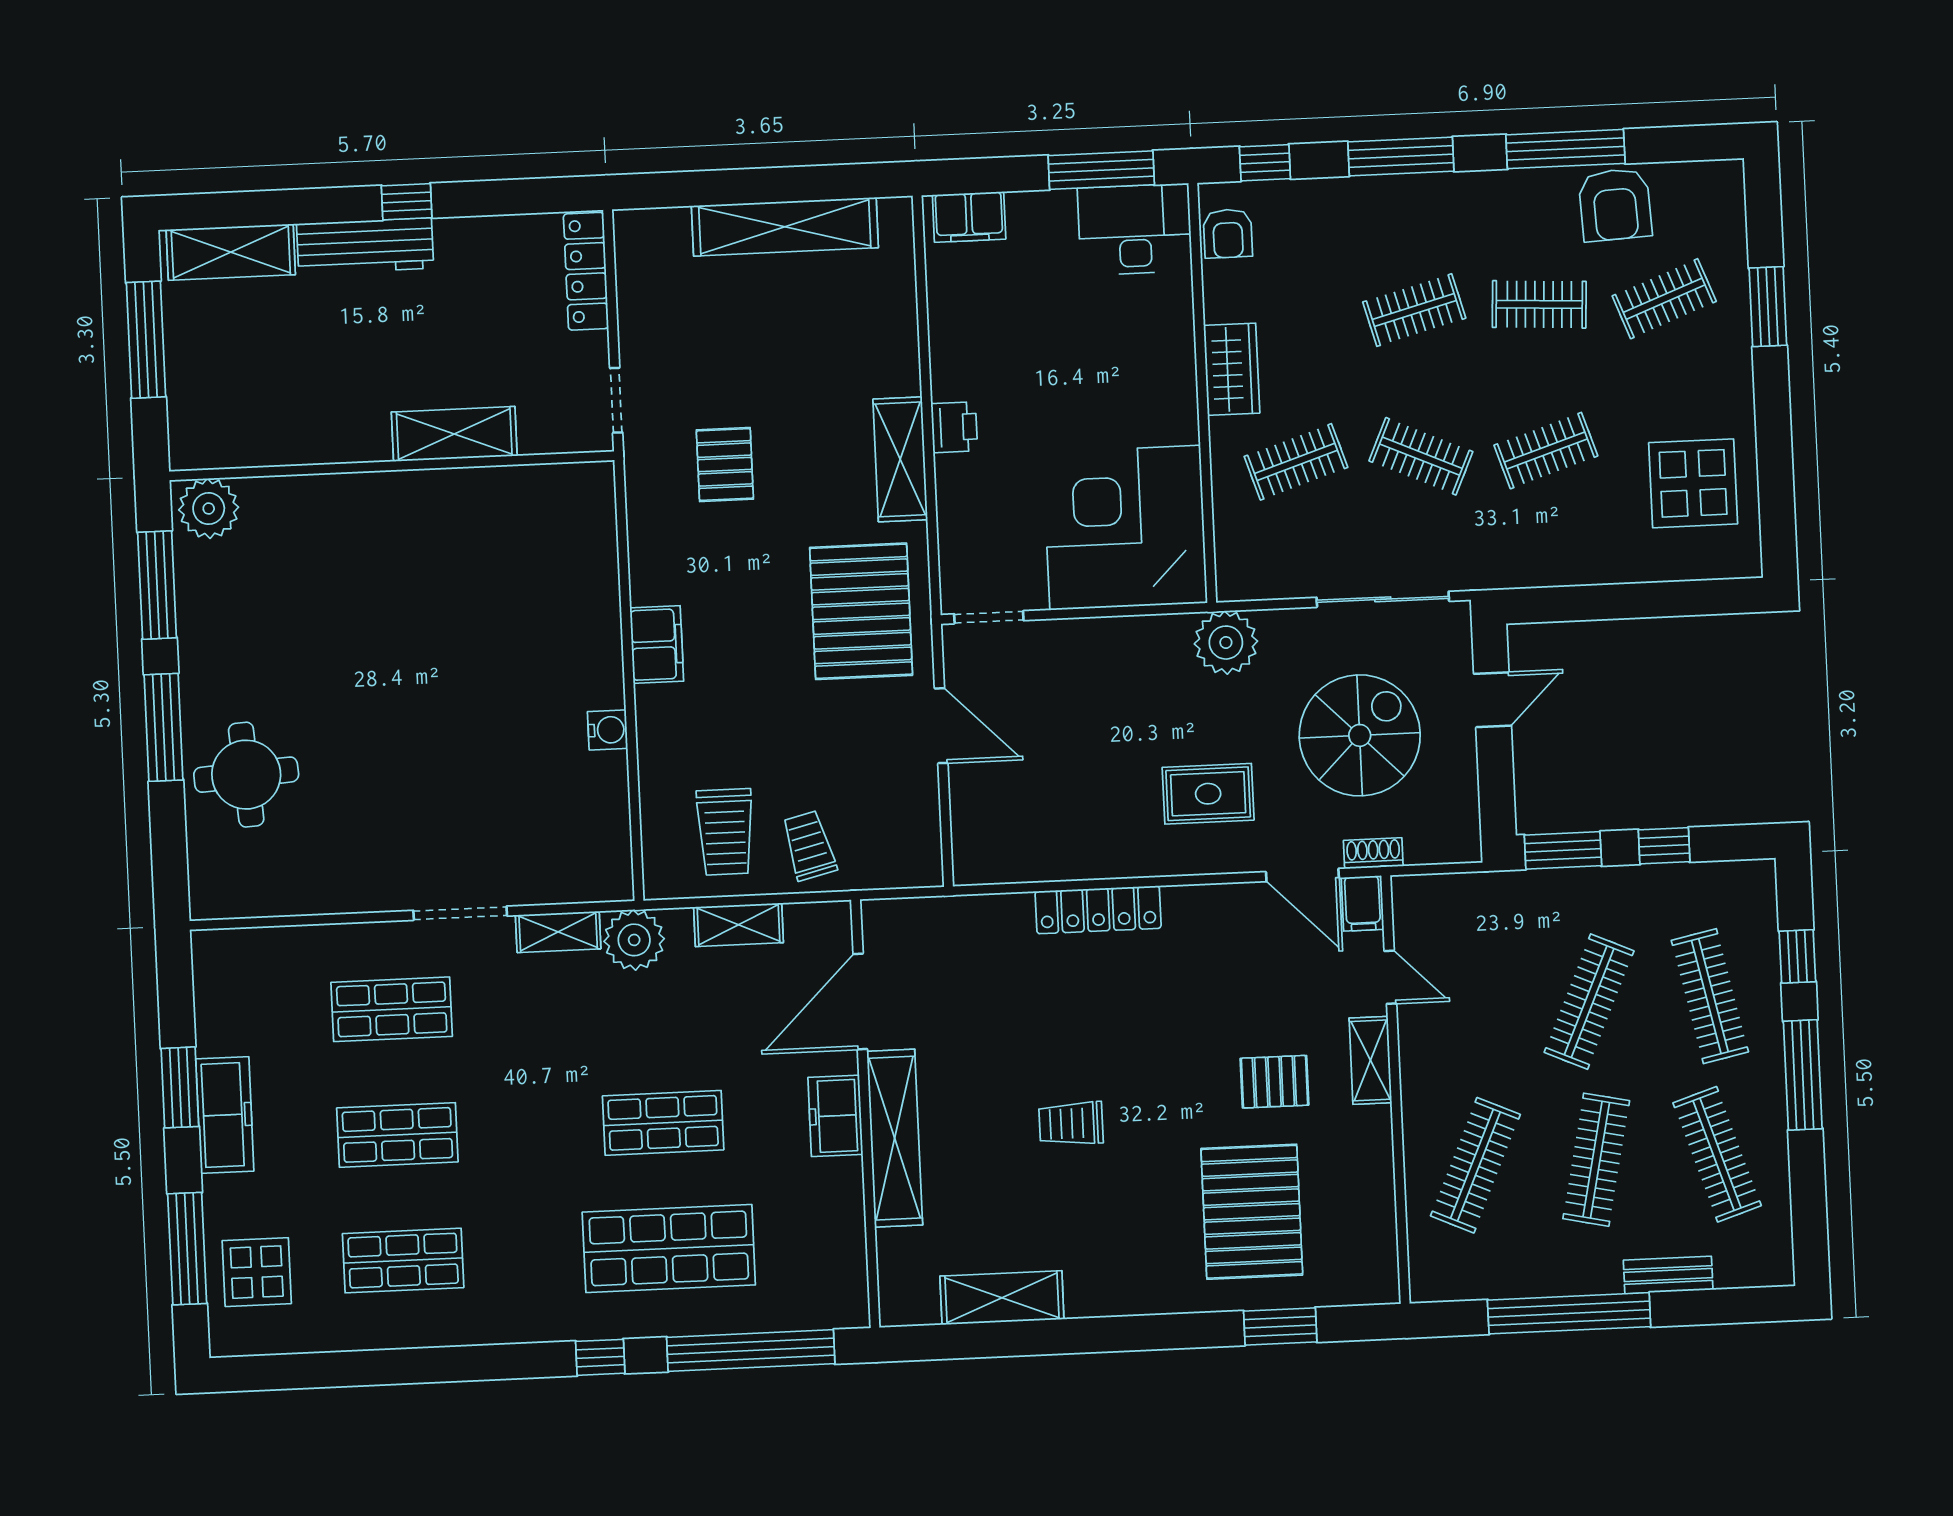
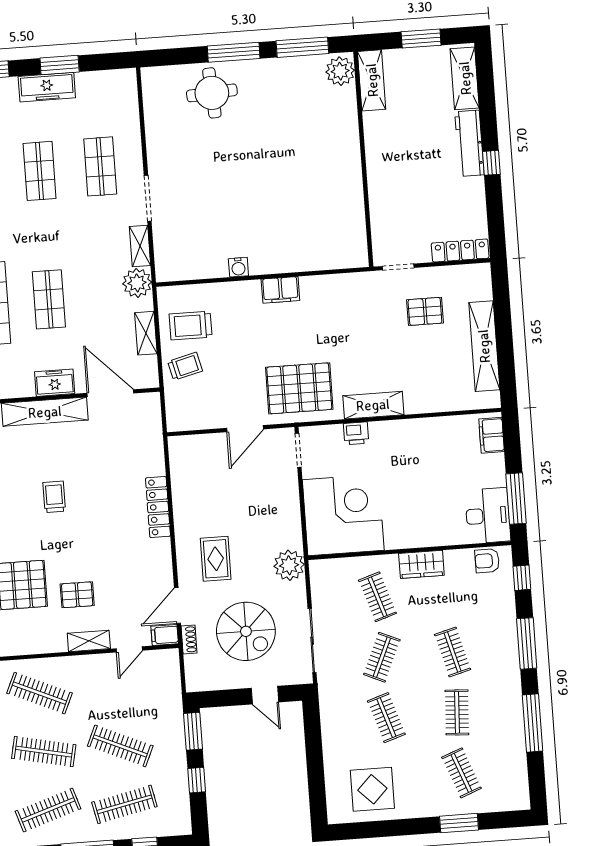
armchair: (1615, 205) -> (506, 748), removed
window: (146, 340) -> (421, 38), width x0.69
printer: (954, 427) -> (356, 433), moved
shelving: (454, 434) -> (372, 80), moved
pallet: (725, 465) -> (425, 311), moved
pallet: (1274, 1082) -> (77, 595), turned 90

